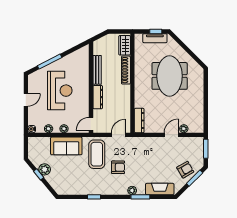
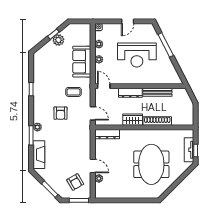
wardrobe: (125, 45) -> (133, 120), moved
meeting table: (170, 76) -> (151, 164), turned 90
door: (26, 100) -> (128, 21), hinge flipped
coffee table: (97, 154) -> (74, 92), width x0.54, depth x0.58
armchair: (185, 170) -> (75, 182), moved

